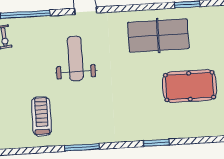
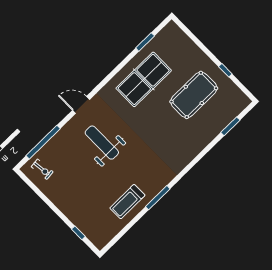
treadmill: (41, 116) -> (127, 202), moved, turned -90
window: (156, 143) -> (230, 126), moved

